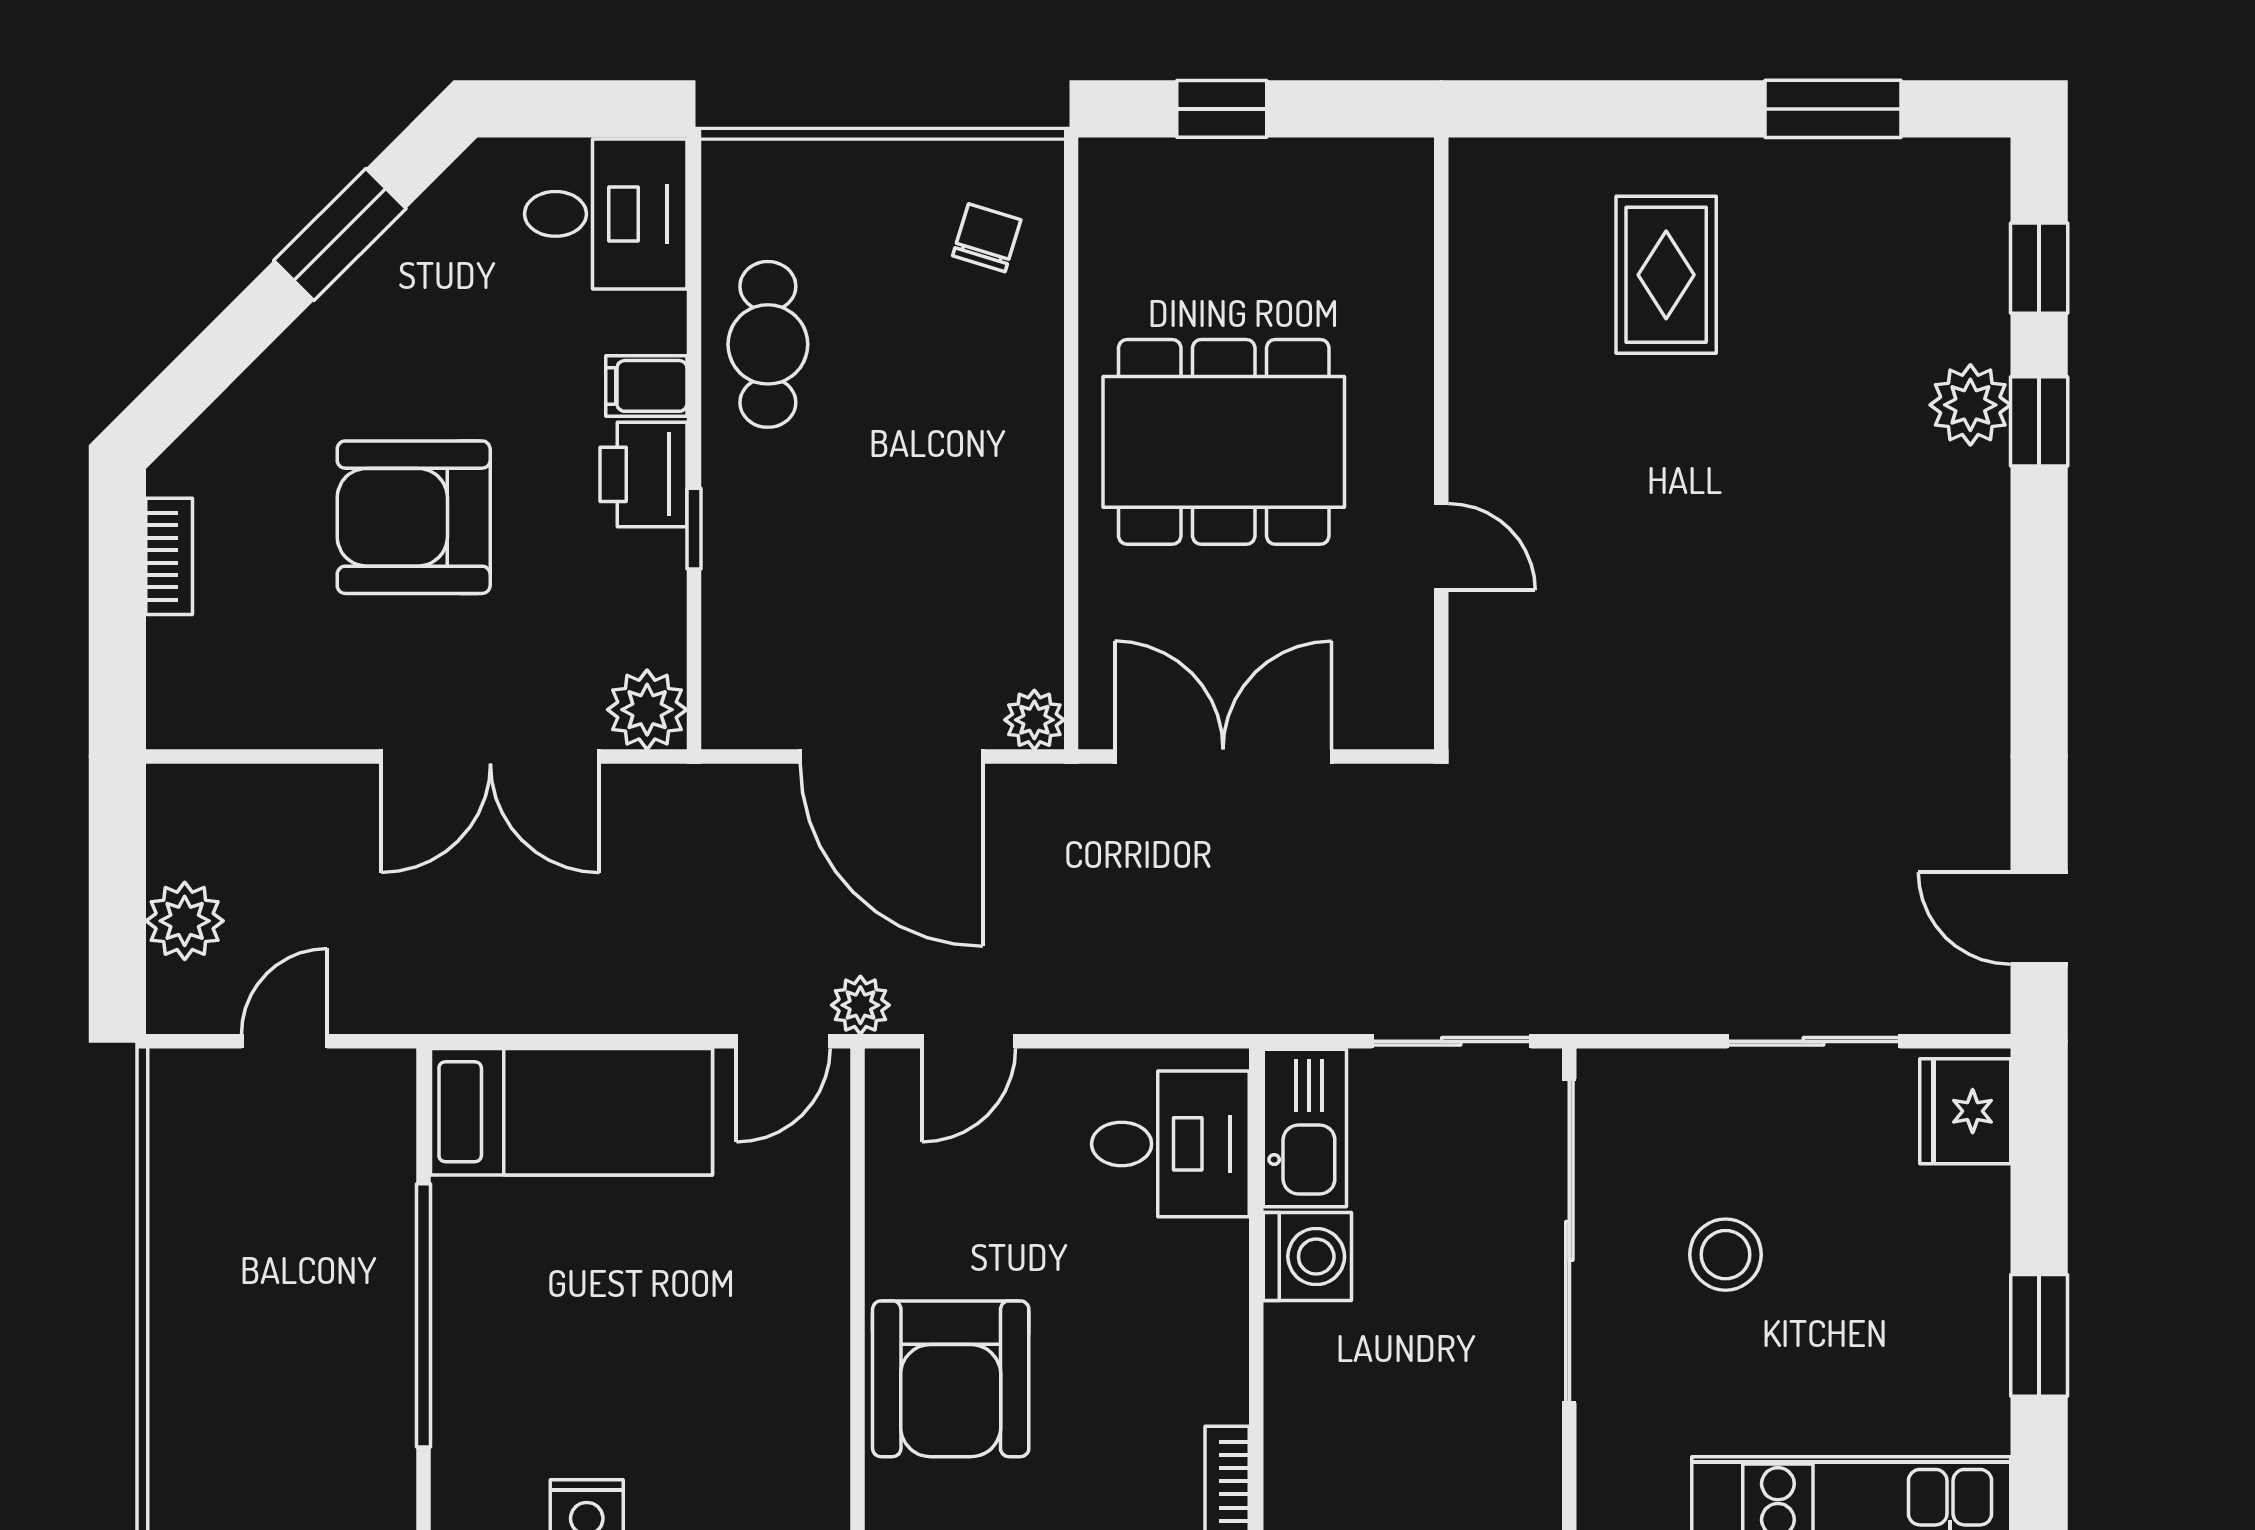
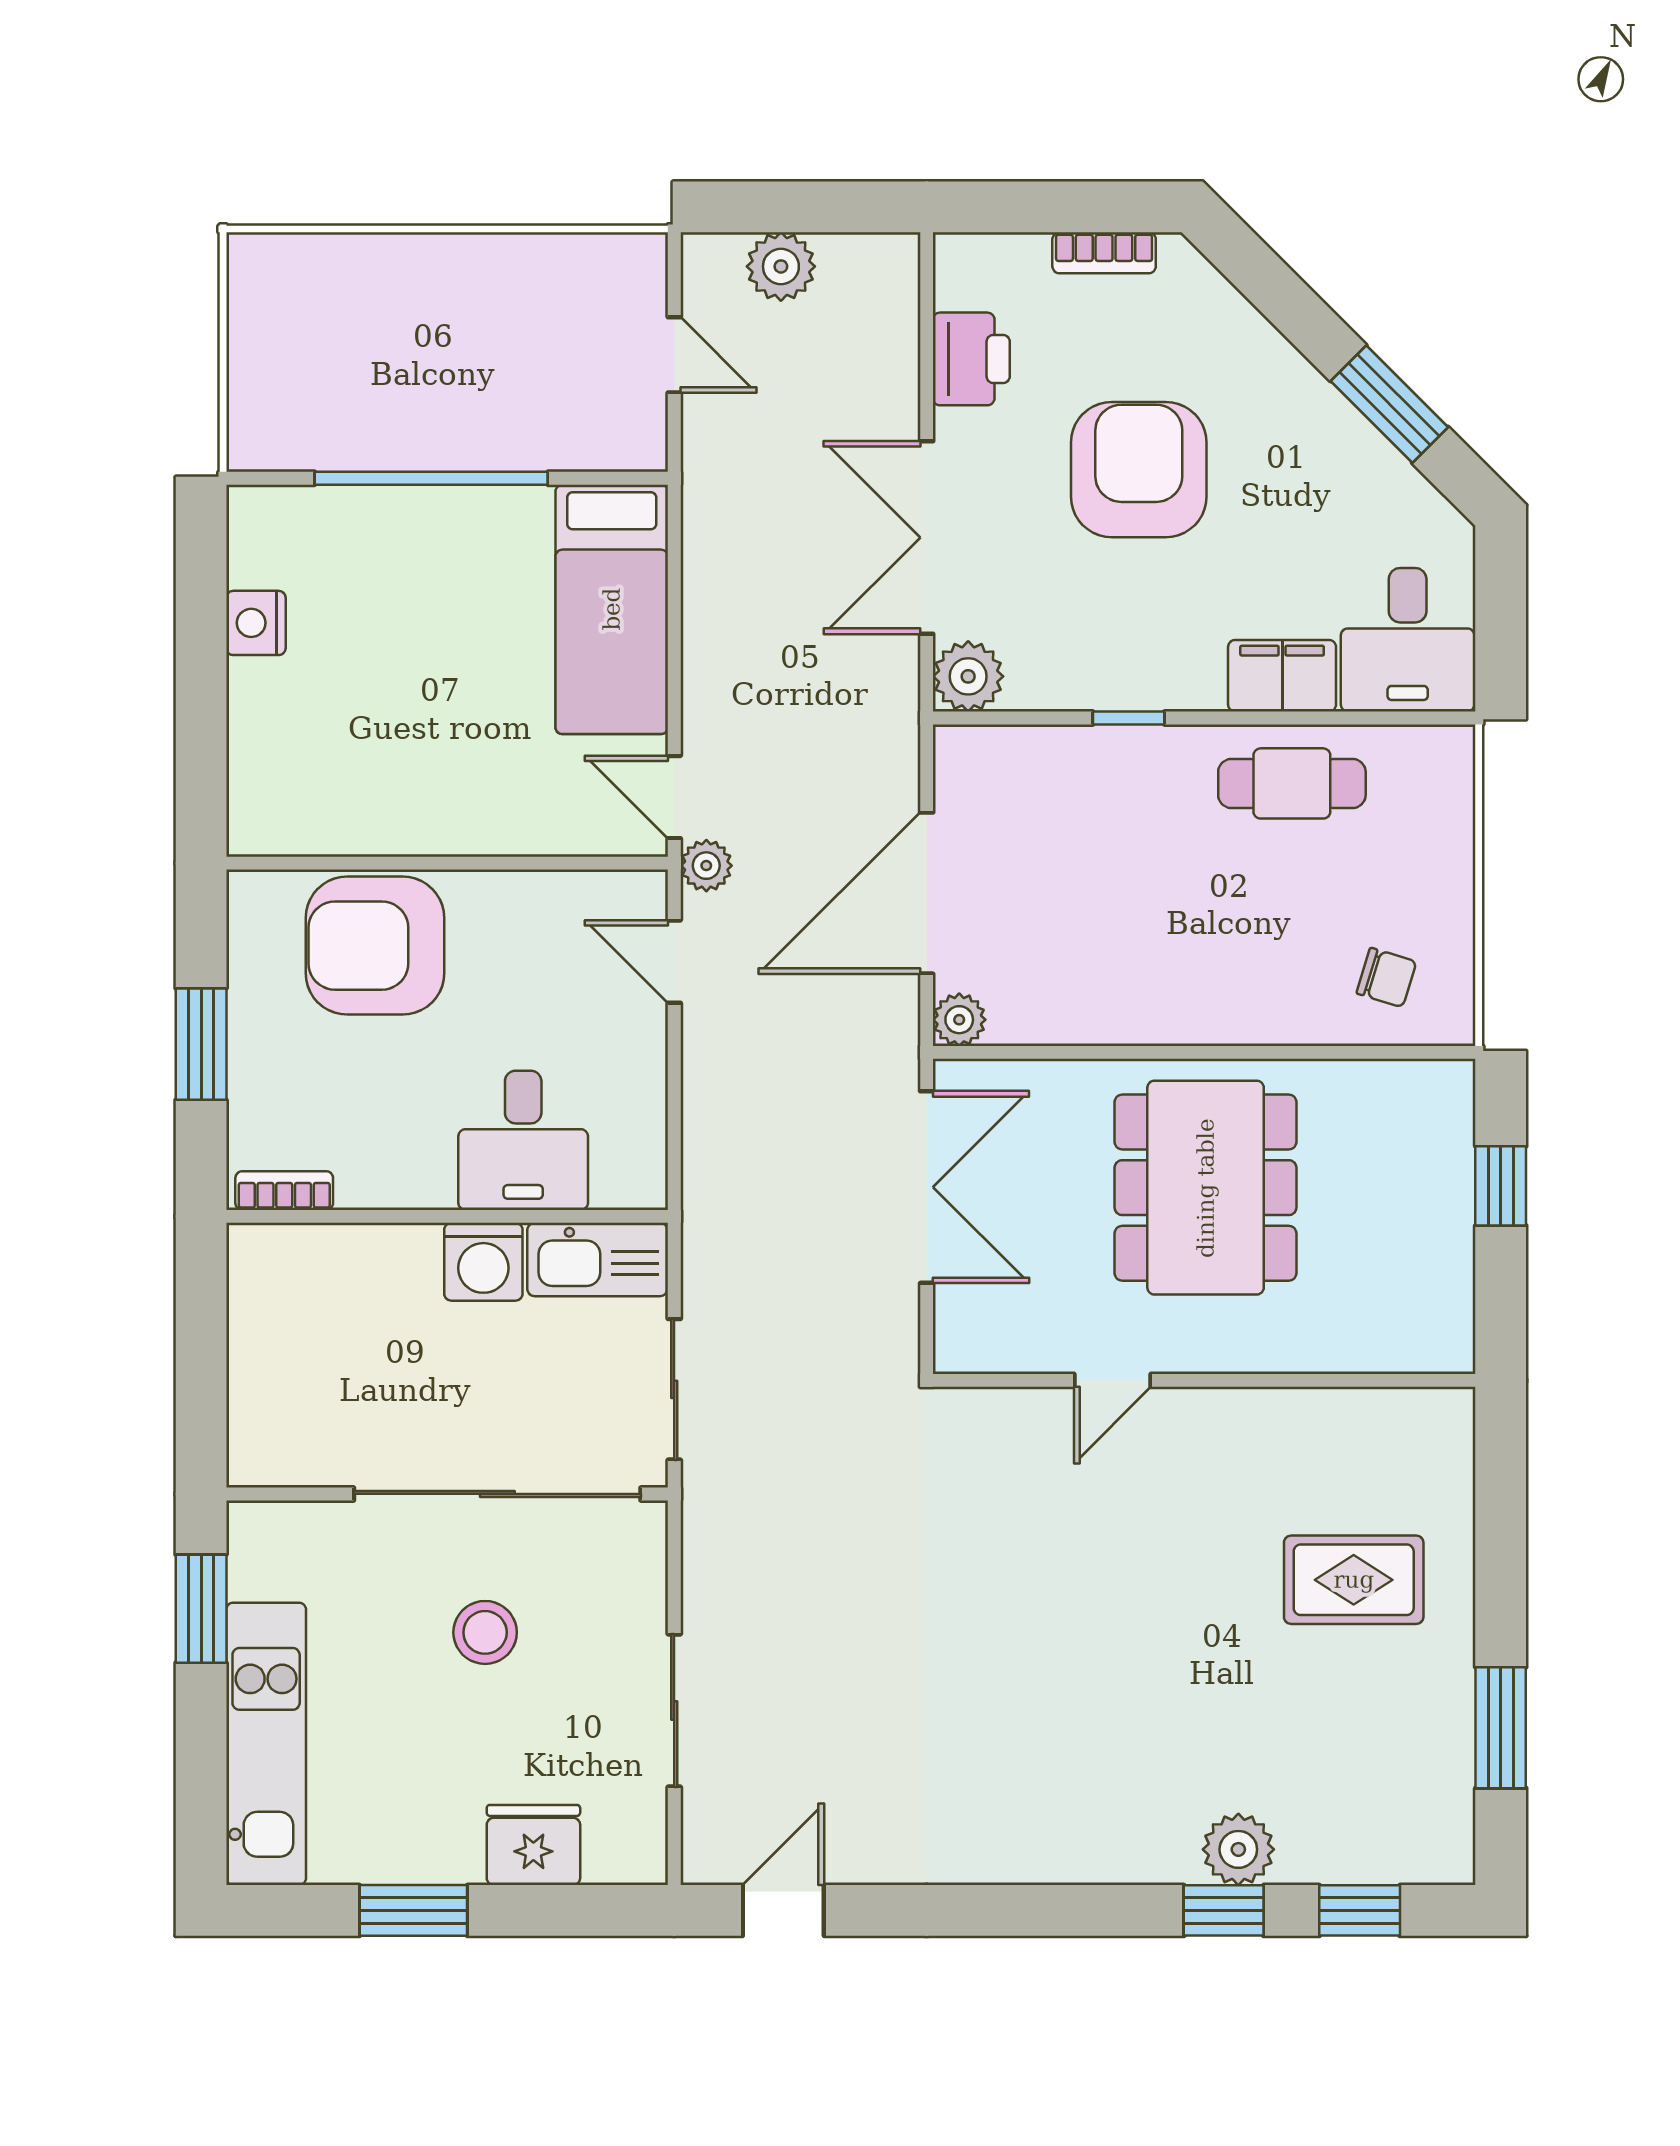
filing cabinet: (646, 386) -> (1282, 676), width x2.00
printer: (643, 474) -> (971, 359), moved, turned 90
fridge: (1965, 1111) -> (533, 1845), moved
desk: (1170, 1144) -> (523, 1140), moved

